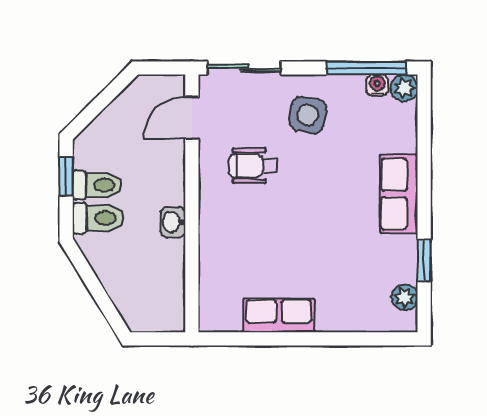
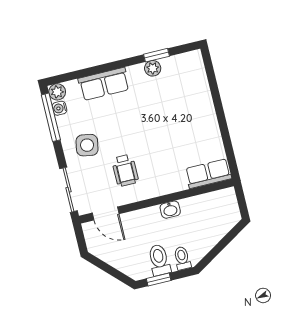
row of seats: (399, 194) -> (104, 84), moved
toilet: (98, 218) -> (182, 258), width x0.73, depth x0.72
plant: (405, 297) -> (153, 68), moved
row of seats: (279, 315) -> (208, 174), moved, turned 90

